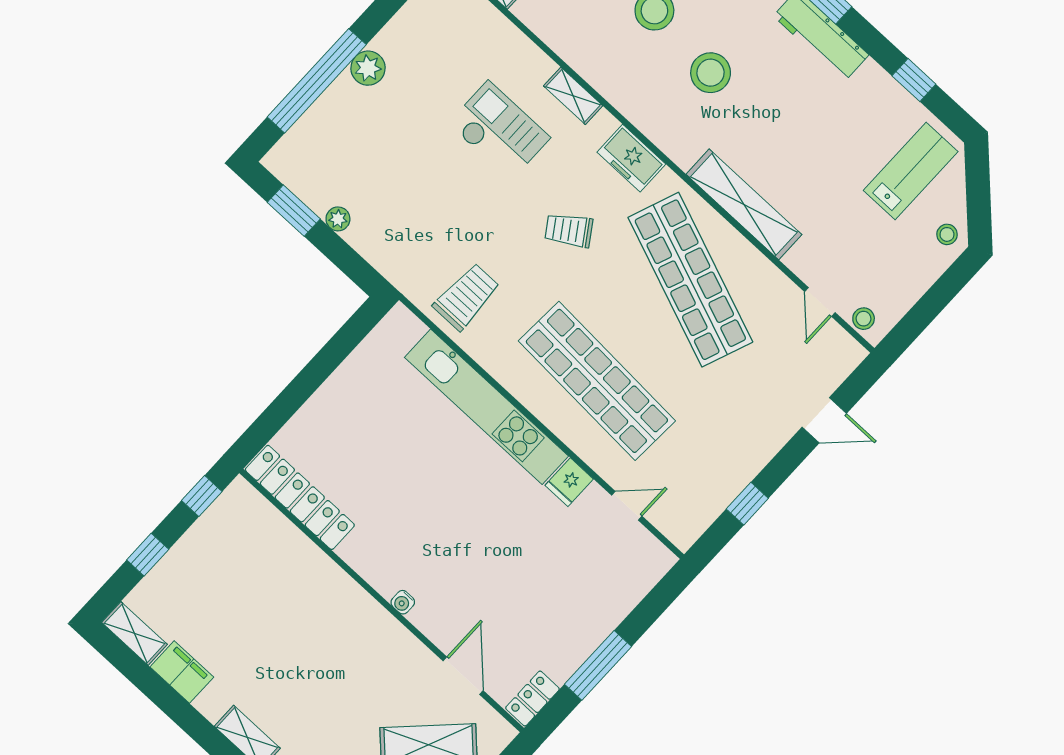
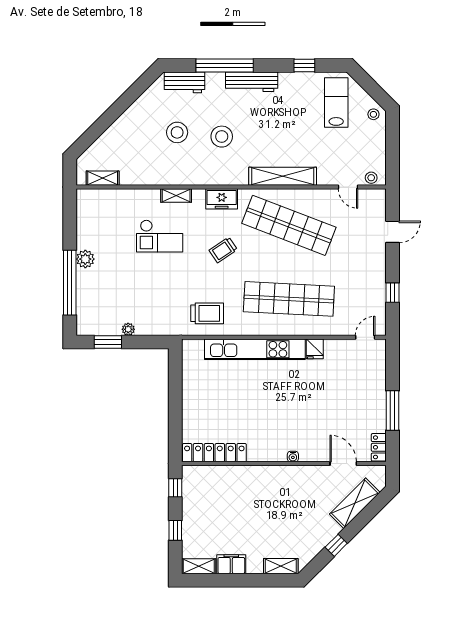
checkout: (499, 131) -> (160, 236), turned 180
trolley: (466, 297) -> (207, 313), turned 90
door: (627, 506) -> (365, 337), moved

